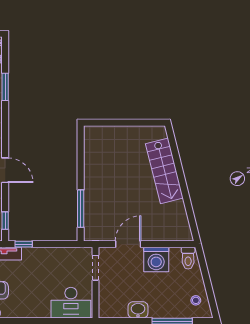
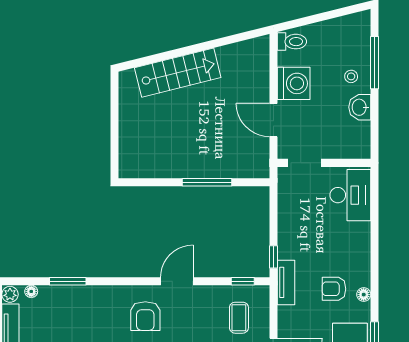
window: (81, 209) -> (207, 182), moved
stool: (196, 300) -> (351, 76), moved

